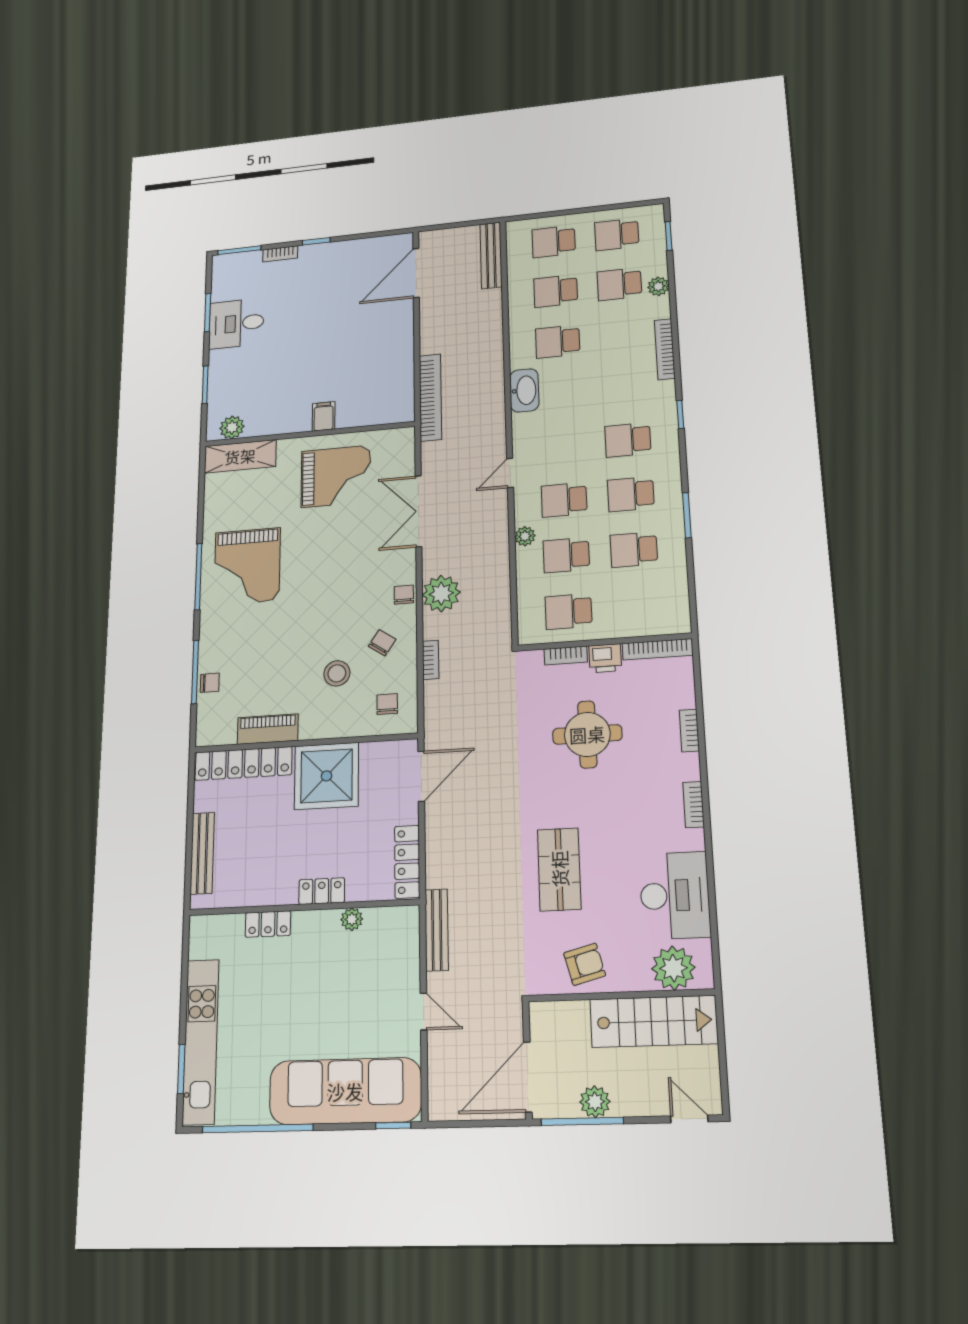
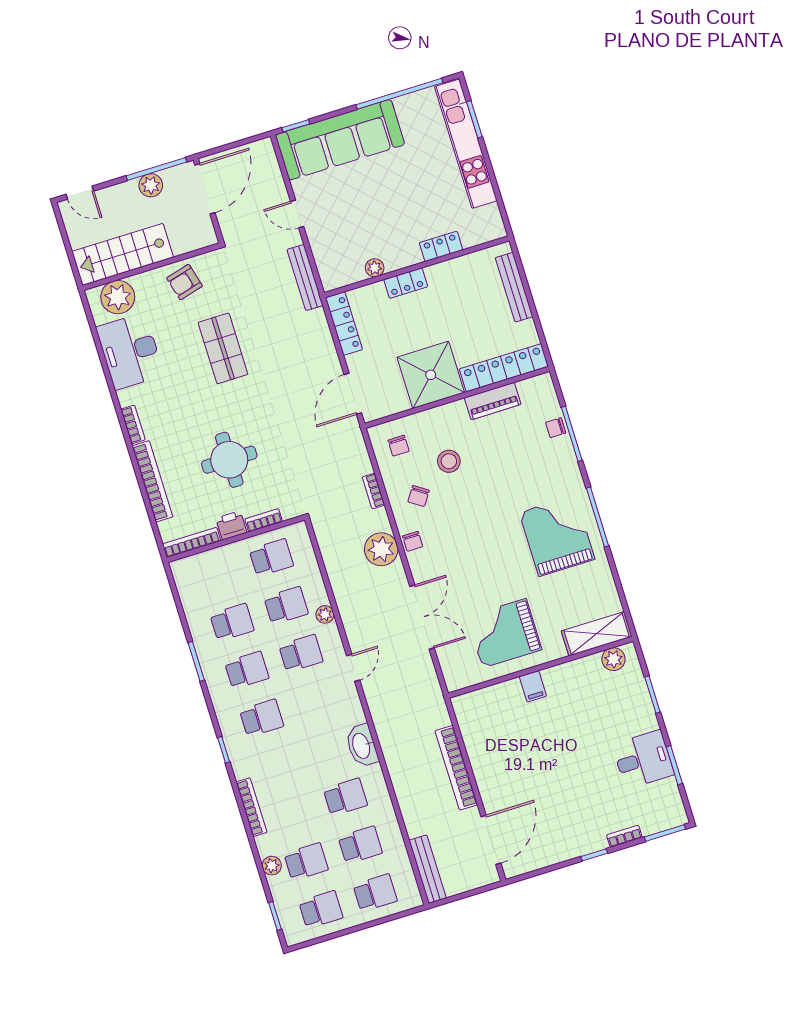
bookcase: (430, 397) -> (456, 768), moved
bookcase: (689, 731) -> (152, 481), width x2.31, depth x1.31

